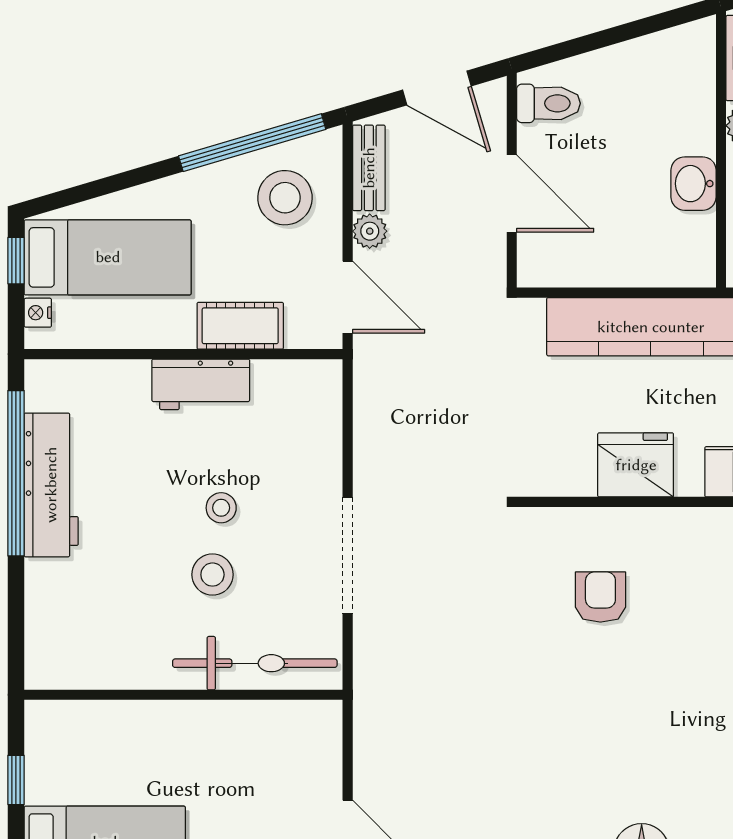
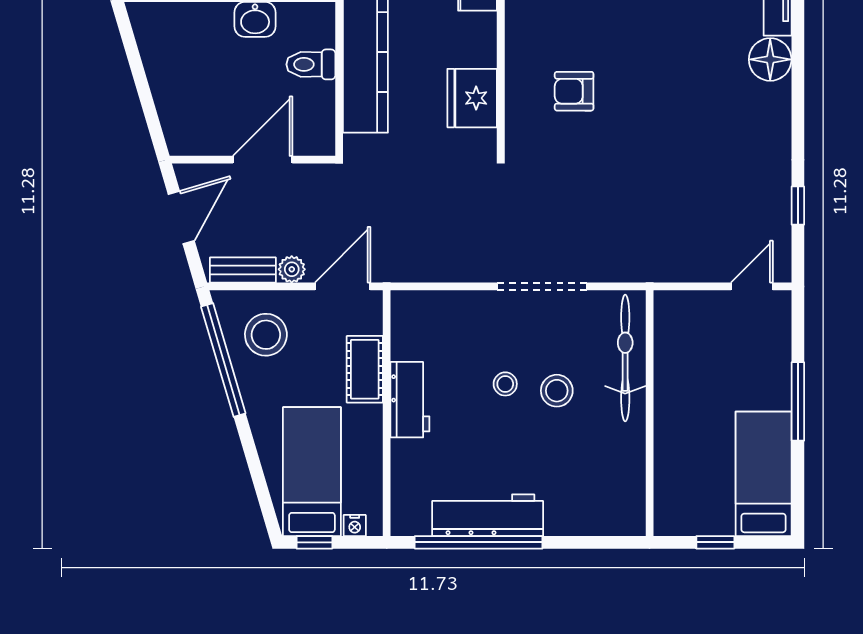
toilet: (548, 103) -> (311, 64), moved, turned -90
fridge: (636, 465) -> (472, 98), moved

